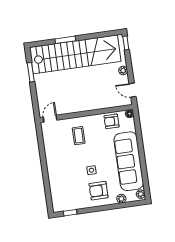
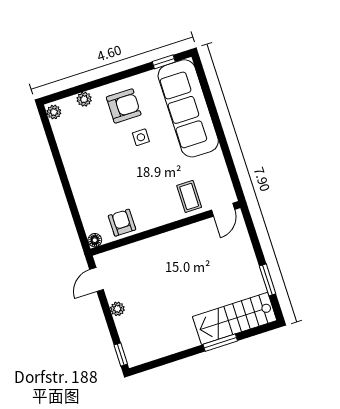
stairs: (75, 54) -> (235, 319), width x0.54, depth x0.66
door: (133, 90) -> (96, 279), swing flipped
armchair: (111, 121) -> (122, 223), turned -90
coffee table: (79, 136) -> (189, 196), moved
sofa: (129, 161) -> (188, 108), moved, turned 180

